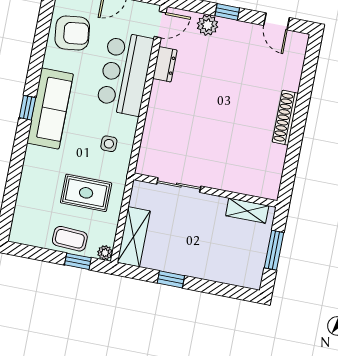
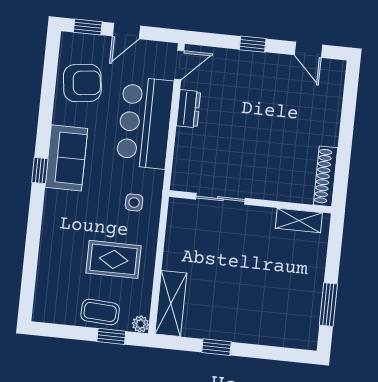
plant: (208, 25) -> (232, 61), removed
sofa: (50, 108) -> (66, 158), width x0.73
shoe rack: (285, 118) -> (326, 176), moved
sliding door: (179, 185) -> (220, 199), moved
wall: (205, 190) -> (250, 202), moved
shelving: (247, 211) -> (299, 220), moved

